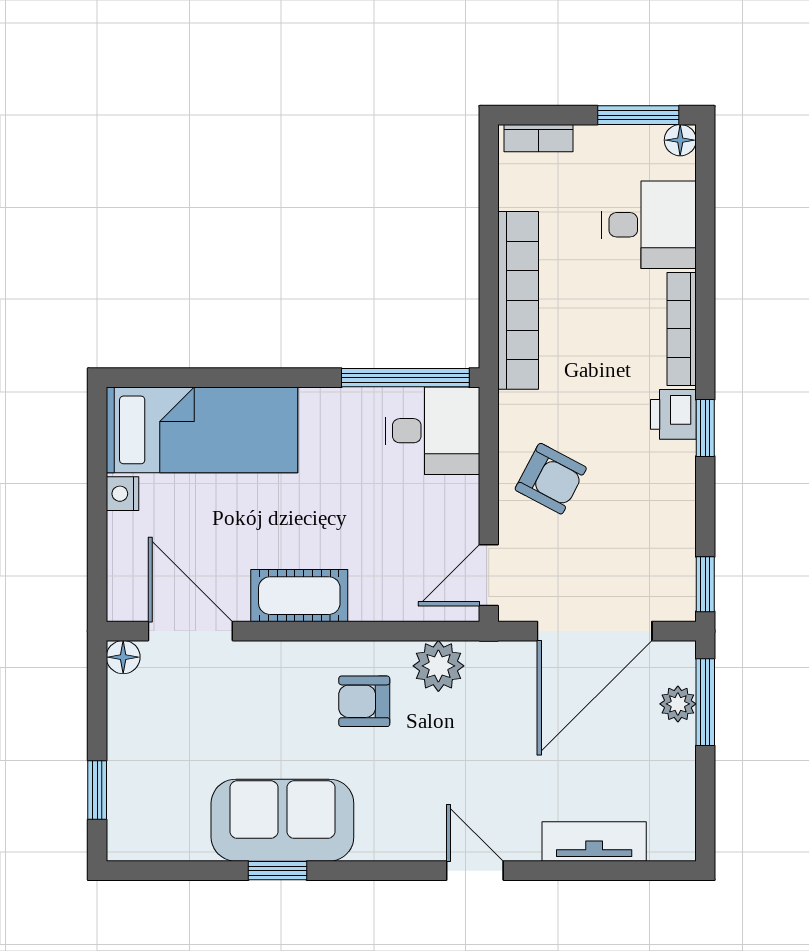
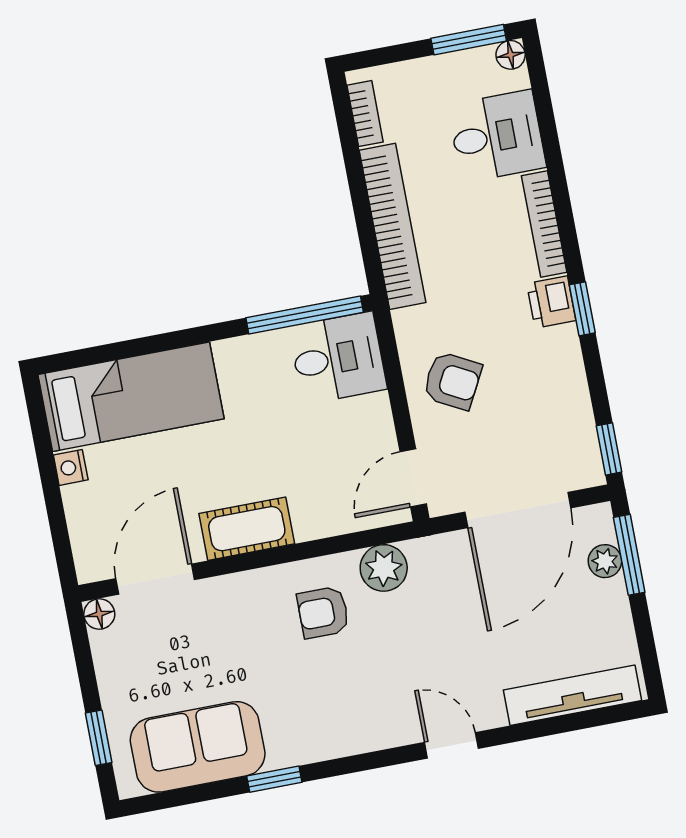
bookcase: (538, 138) -> (365, 114), moved, turned -90
door: (190, 631) -> (155, 579), hinge flipped
sofa: (282, 820) -> (198, 747), moved
tv unit: (594, 842) -> (572, 695), width x1.41

